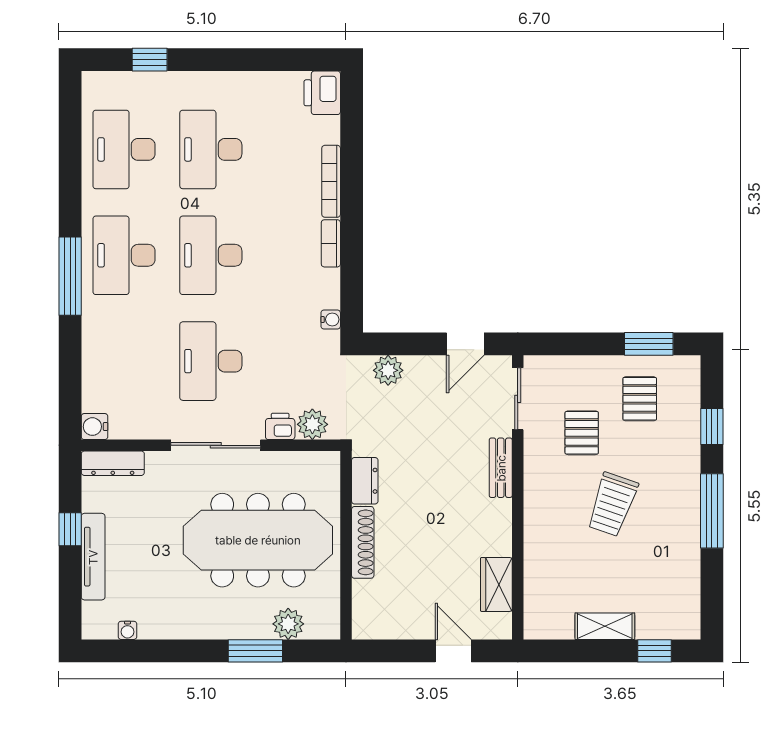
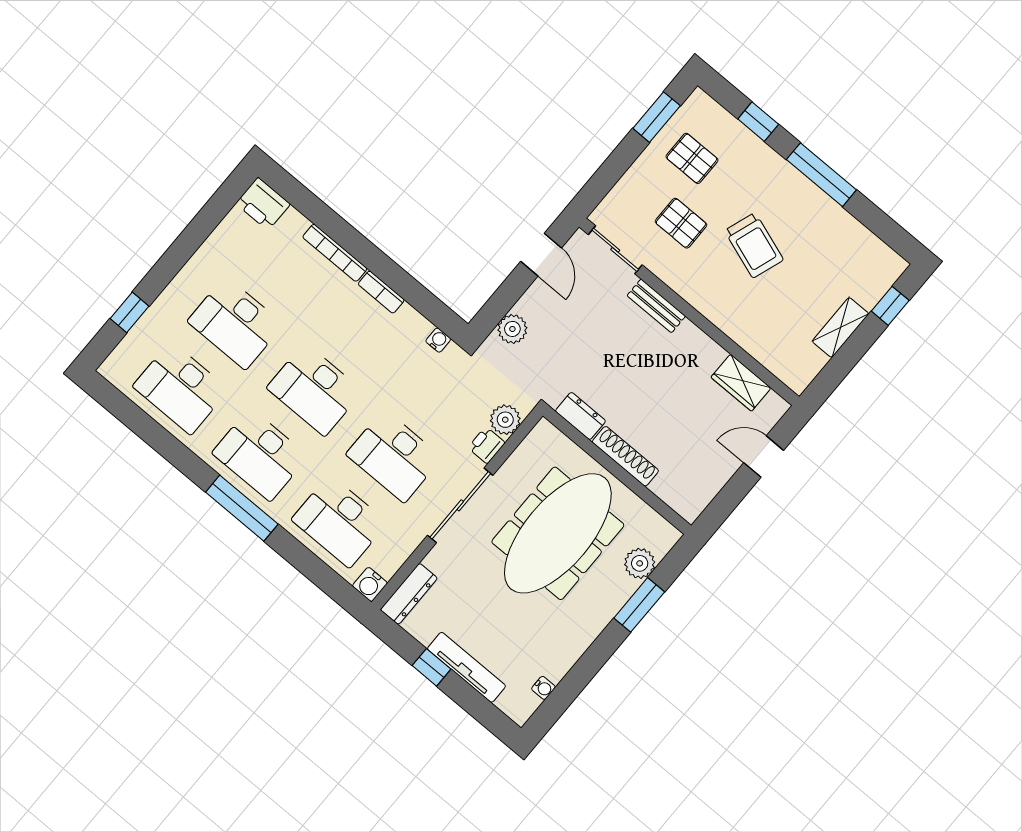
desk: (124, 361) -> (339, 521), added

